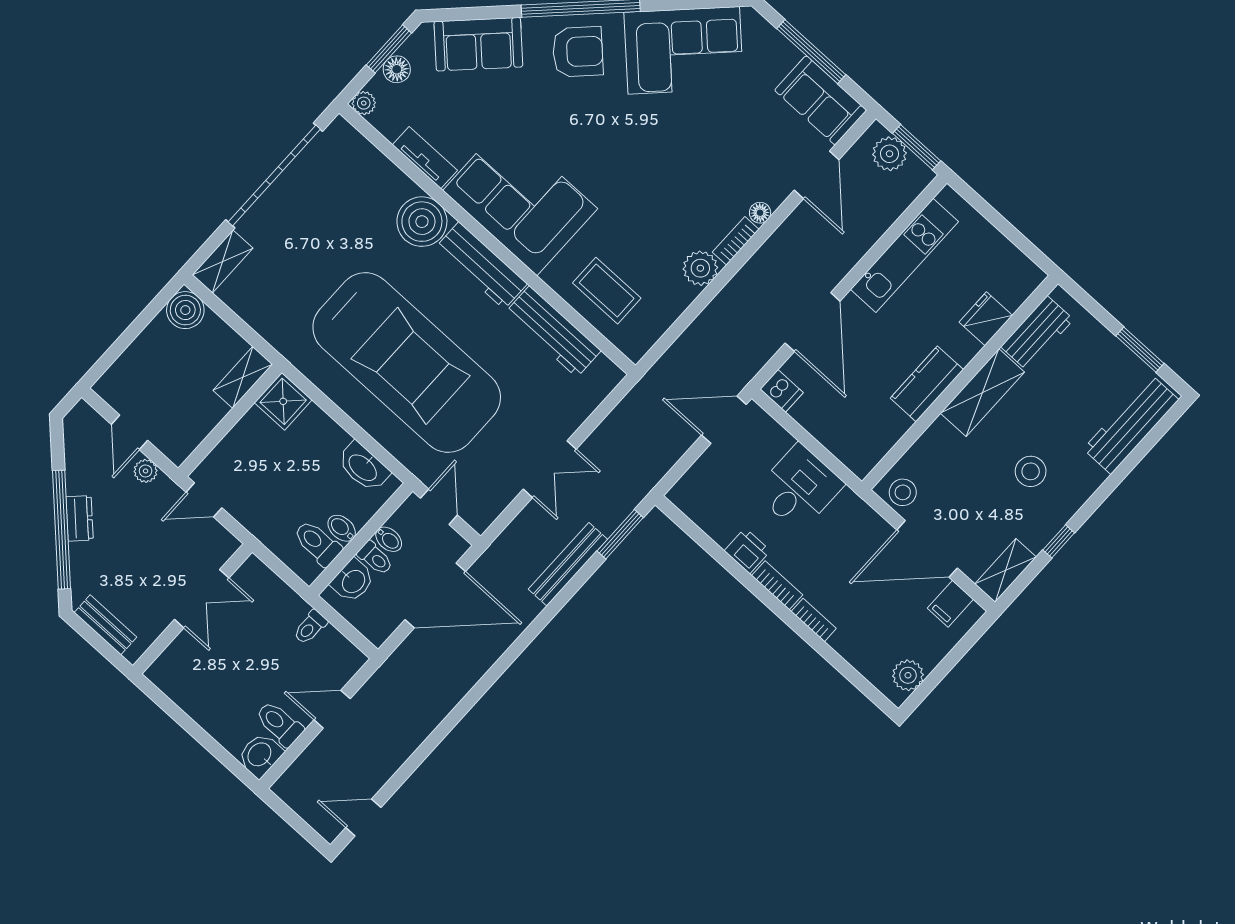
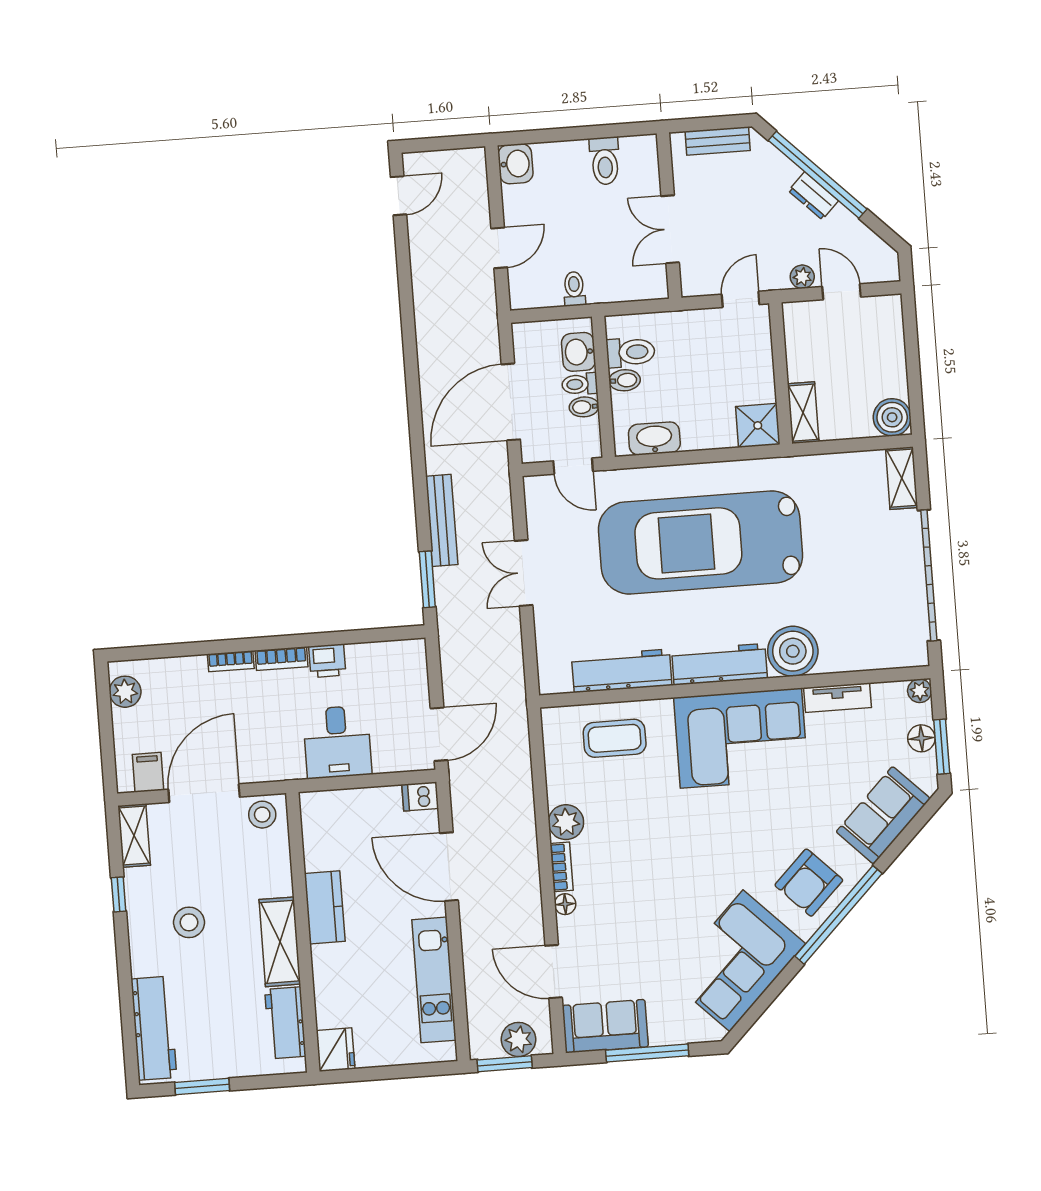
fridge: (986, 319) -> (335, 1050), moved
toilet: (279, 724) -> (605, 161), moved, turned 90

